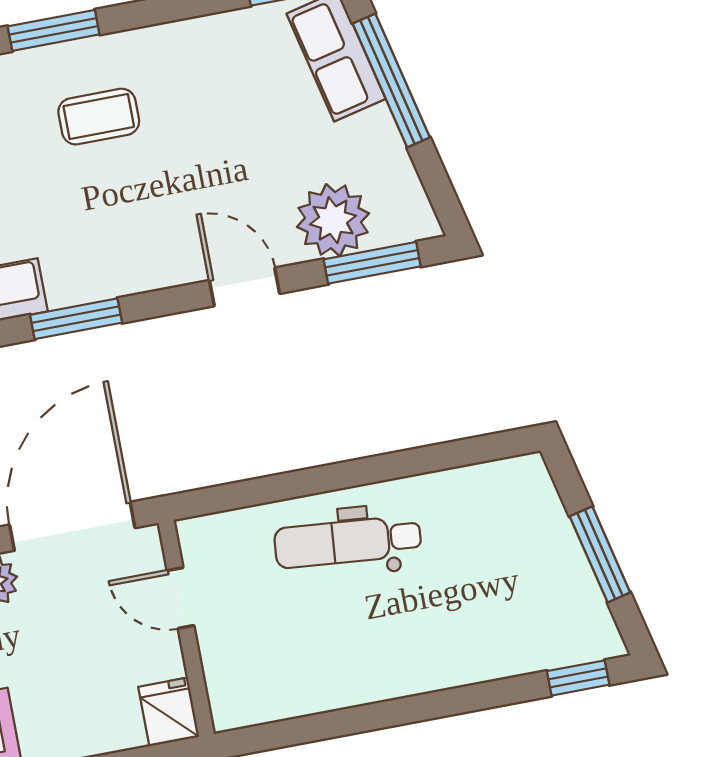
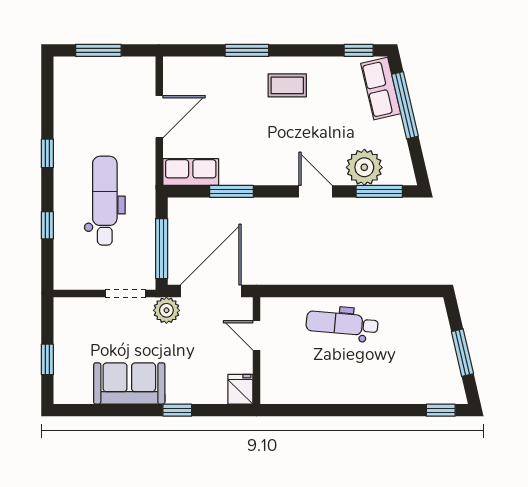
coffee table: (99, 117) -> (287, 85), moved

